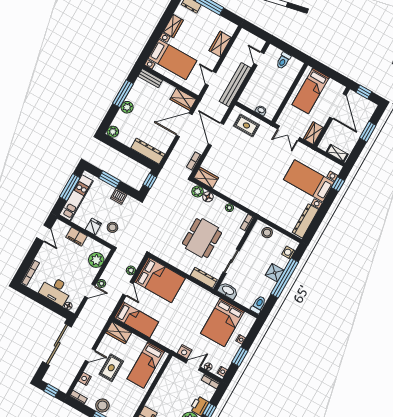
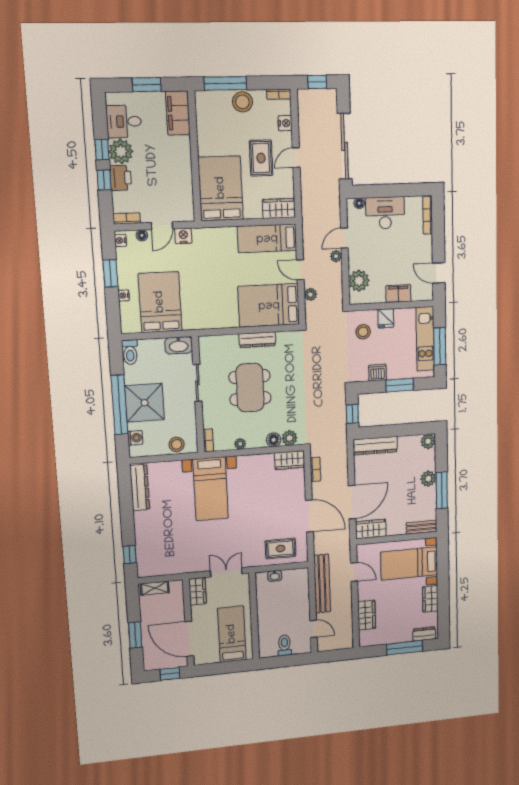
bed with nightstands: (309, 181) -> (211, 489), moved, turned 90
shower: (275, 273) -> (144, 403), width x1.86, depth x1.86
dresser: (204, 278) -> (257, 340), moved
bed: (146, 365) -> (221, 188), width x1.50

